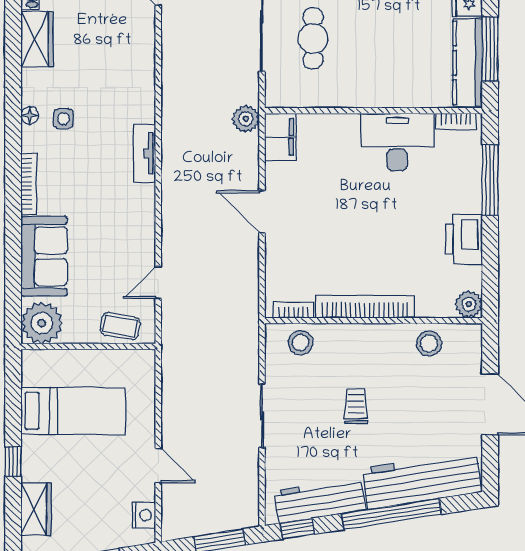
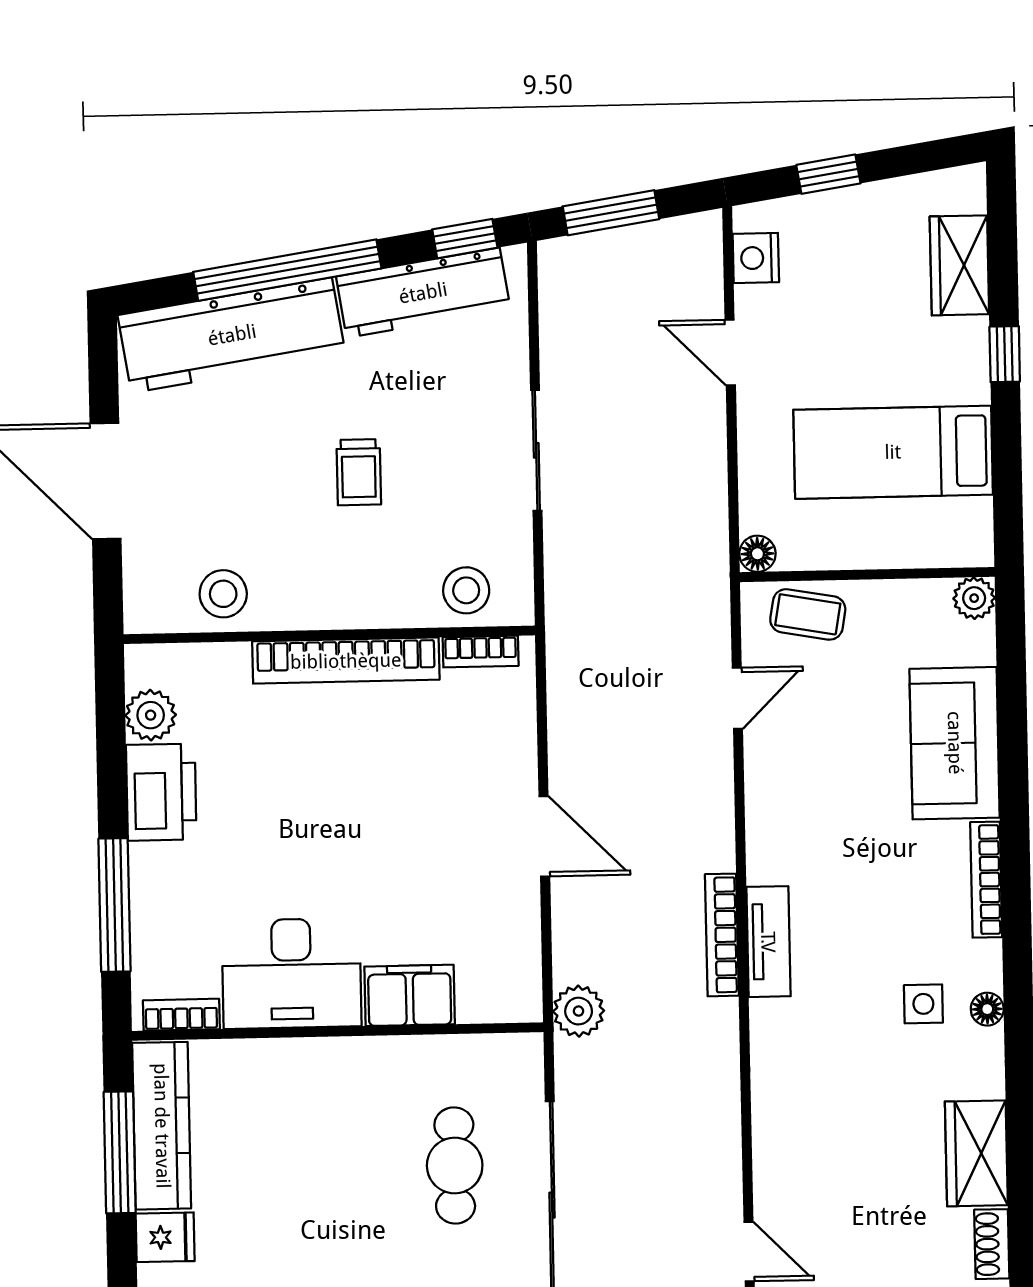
filing cabinet: (280, 137) -> (410, 995), moved, turned 90
bookcase: (169, 158) -> (722, 935), added
plant: (469, 304) -> (151, 715), moved
plant: (42, 323) -> (974, 598), width x0.53, depth x0.53
floor lamp: (146, 359) -> (757, 554), added

